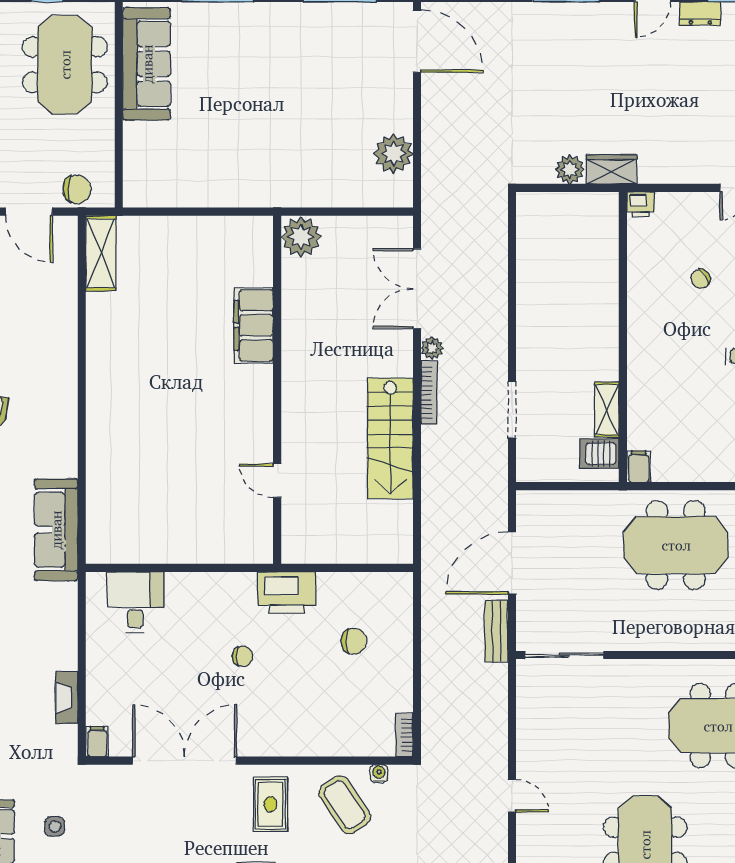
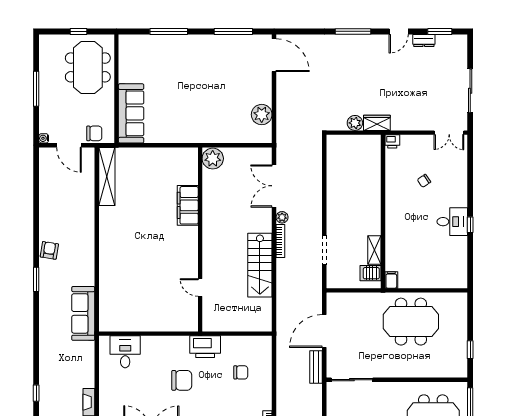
sofa: (147, 64) -> (131, 113), moved
shelving: (101, 253) -> (107, 176), width x1.47
chair: (242, 656) -> (182, 380), width x1.87, depth x1.87

